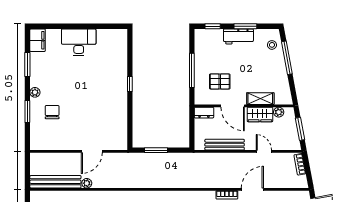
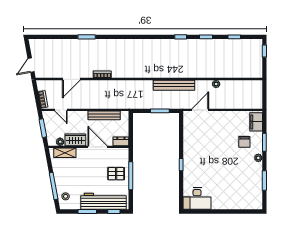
workbench: (238, 36) -> (103, 201), width x1.88, depth x1.32
filing cabinet: (38, 40) -> (256, 122), moved
desk: (79, 42) -> (197, 199), moved
pallet: (220, 81) -> (116, 174), moved
shelving: (260, 99) -> (65, 153), moved
door: (92, 151) -> (200, 110), moved
door: (264, 151) -> (61, 110), moved
bench: (55, 182) -> (174, 85), moved
door: (252, 189) -> (71, 79), moved

